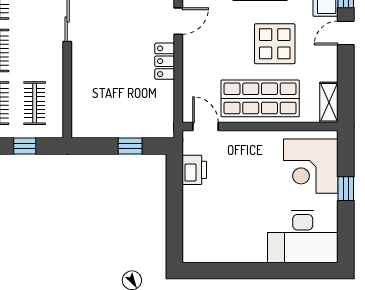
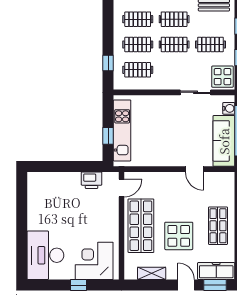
locker: (165, 61) -> (167, 160), removed
shelving: (329, 102) -> (152, 273), moved
kitchen unit: (122, 126) -> (122, 130), added

